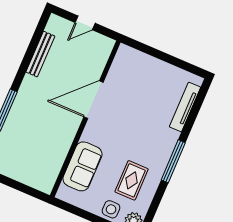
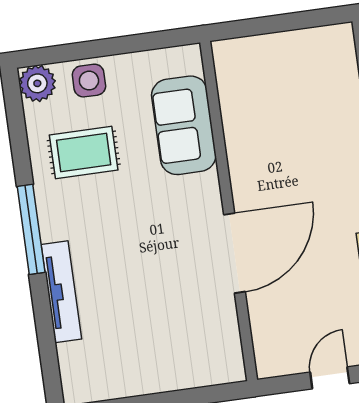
tv unit: (185, 107) -> (61, 292), moved
rug: (132, 180) -> (84, 152), turned 90

